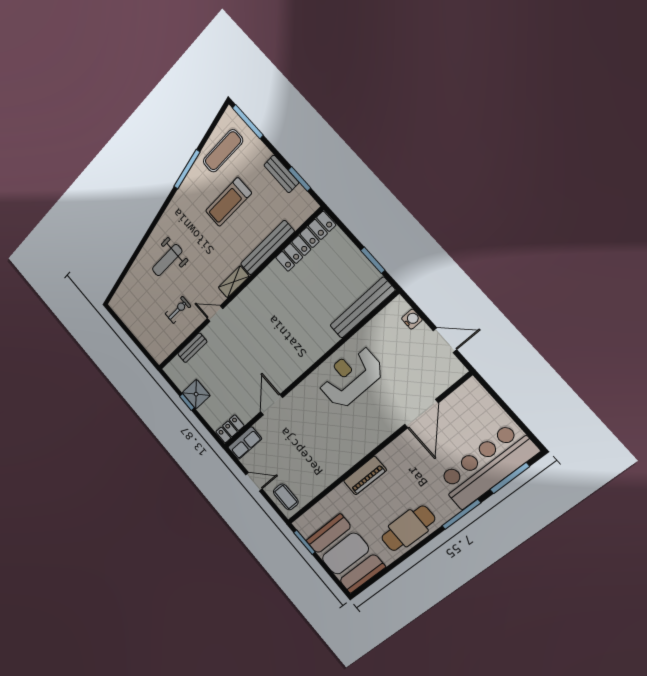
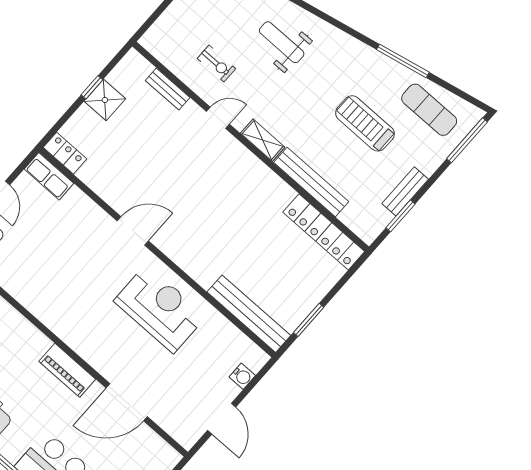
door: (215, 314) -> (218, 118), hinge flipped
door: (272, 405) -> (133, 231), moved
piano: (365, 476) -> (67, 370), moved

